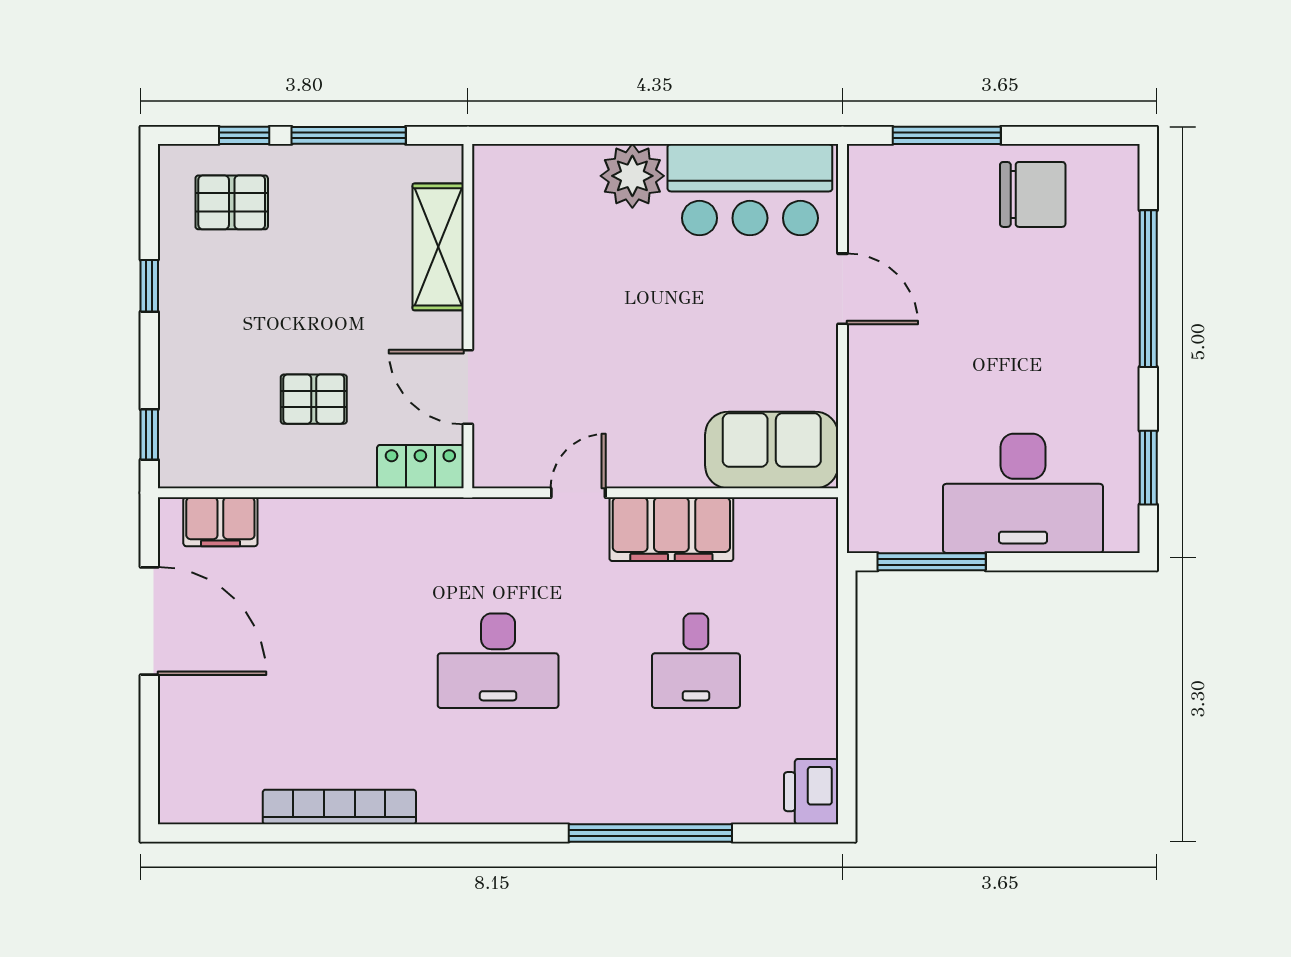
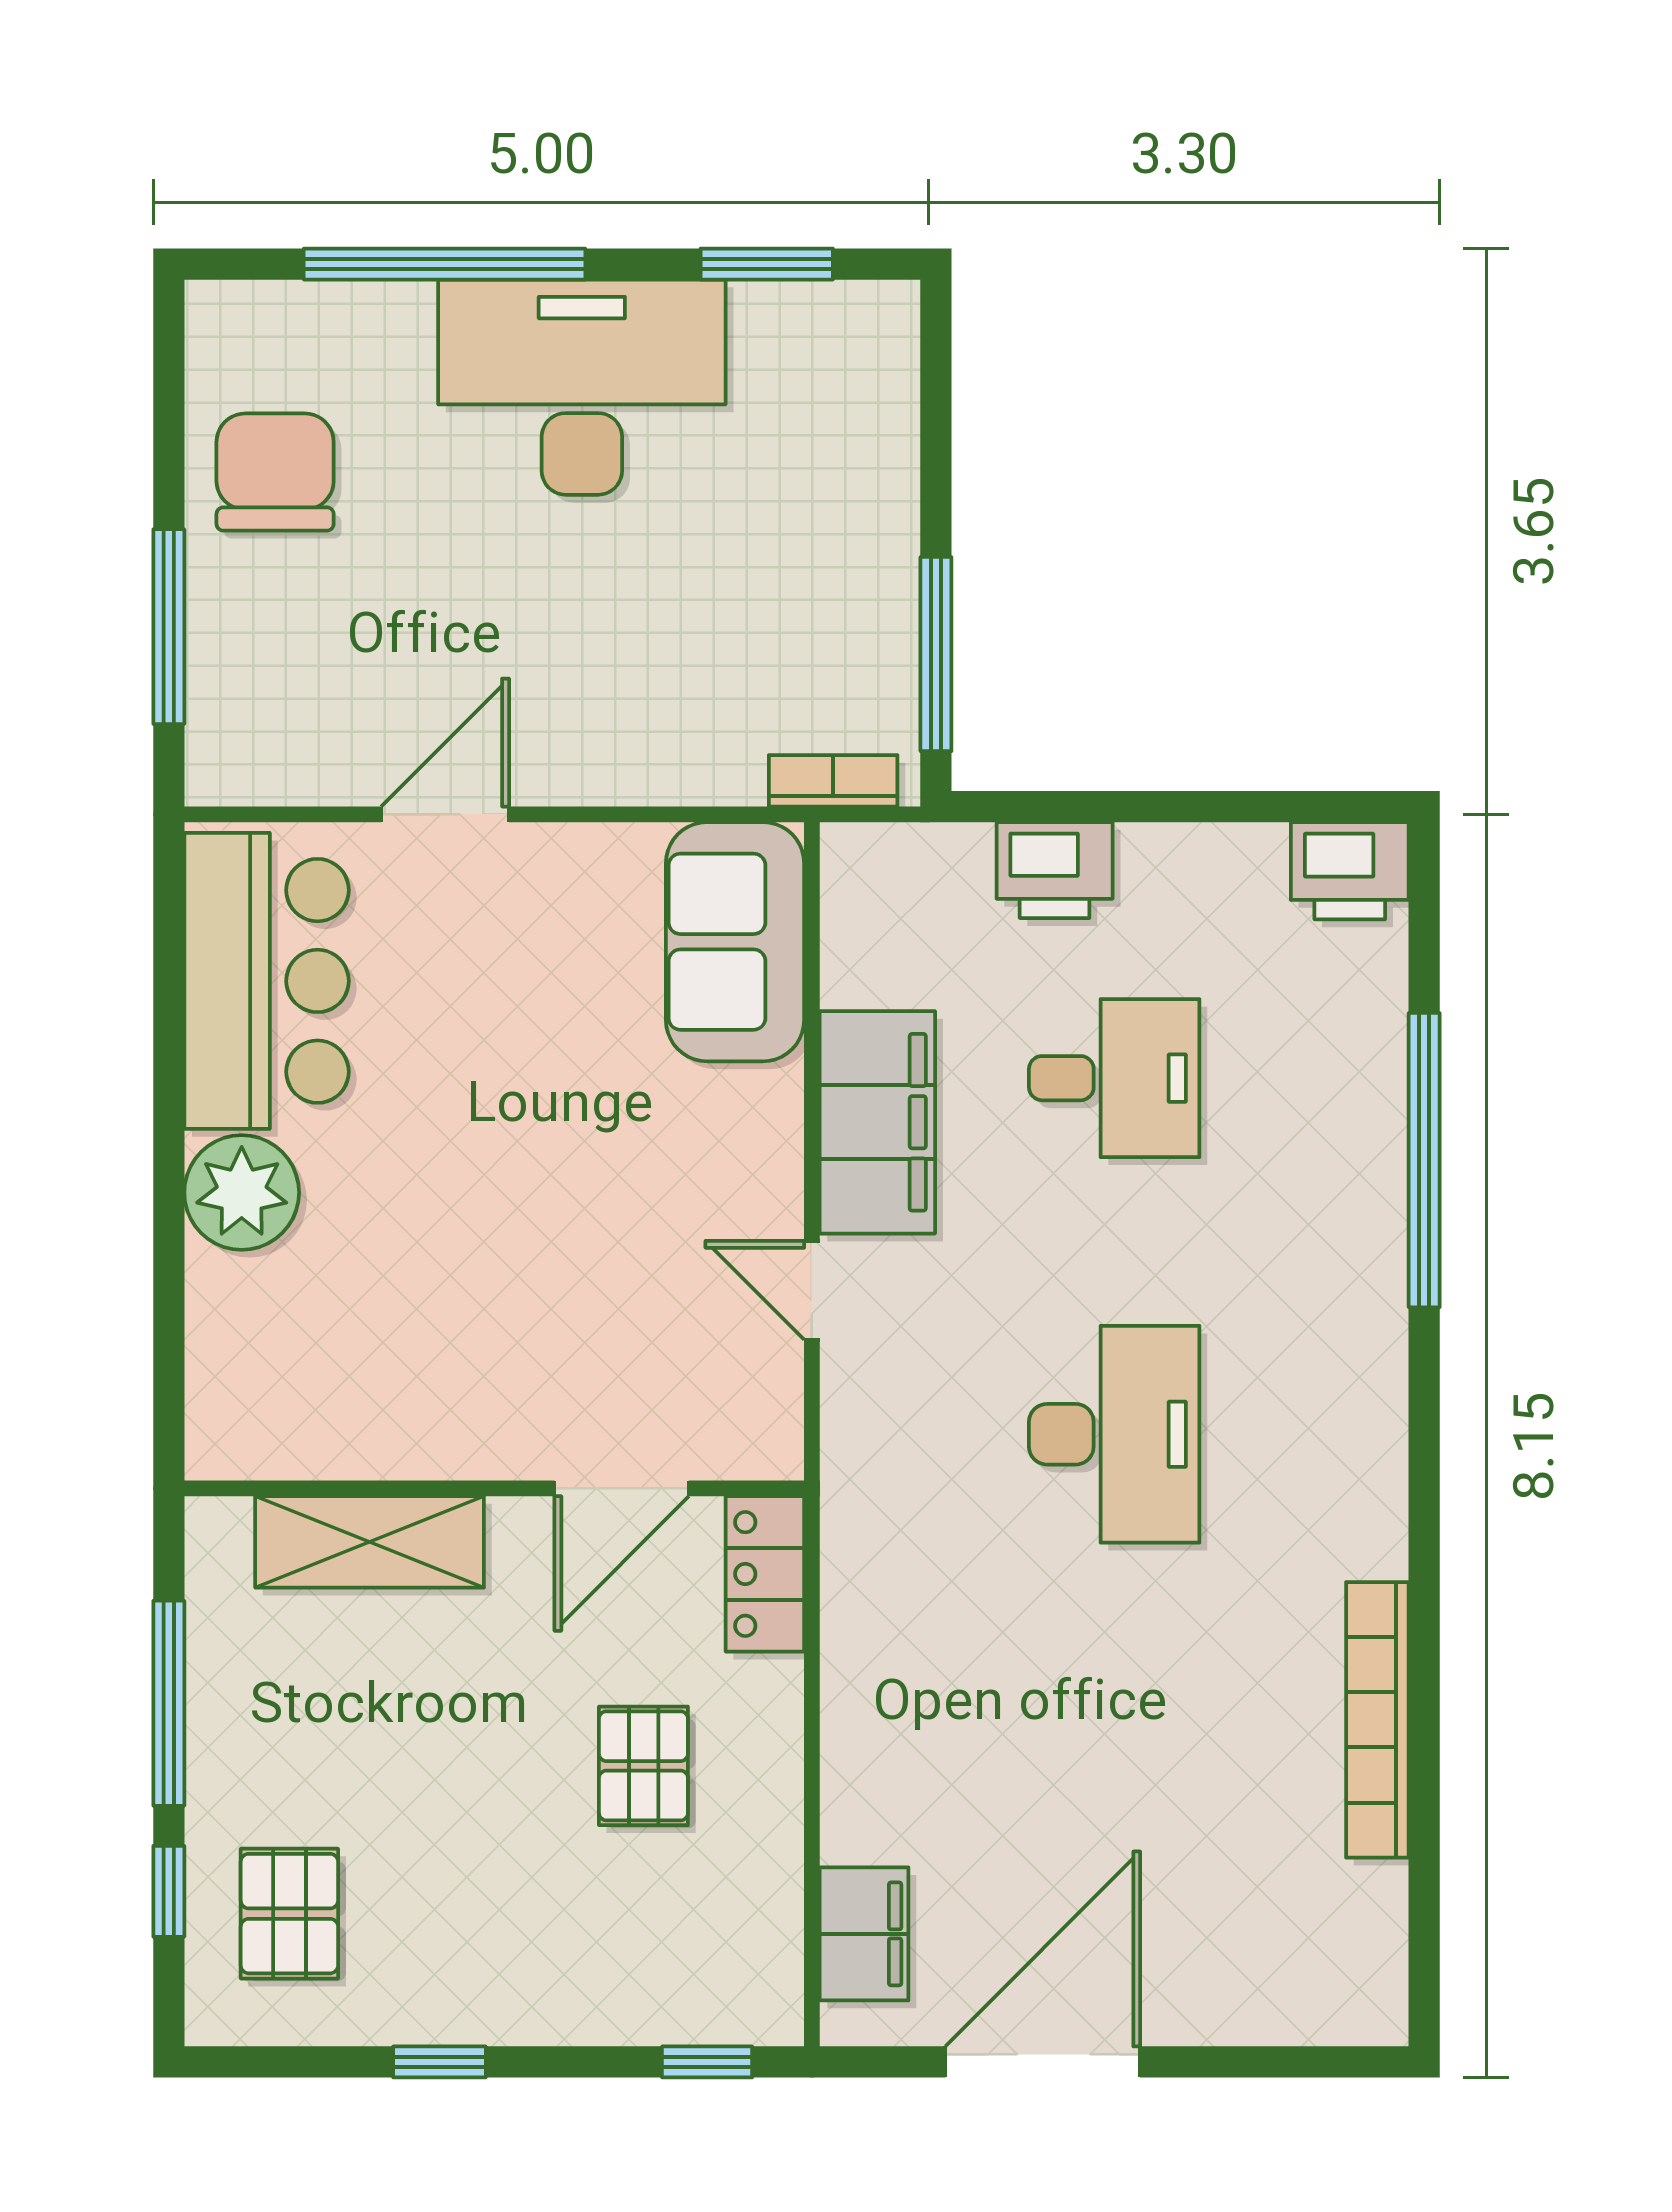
desk: (1023, 493) -> (582, 387), moved, turned -90
bookcase: (861, 505) -> (833, 781), added
printer: (812, 628) -> (1055, 870), added

